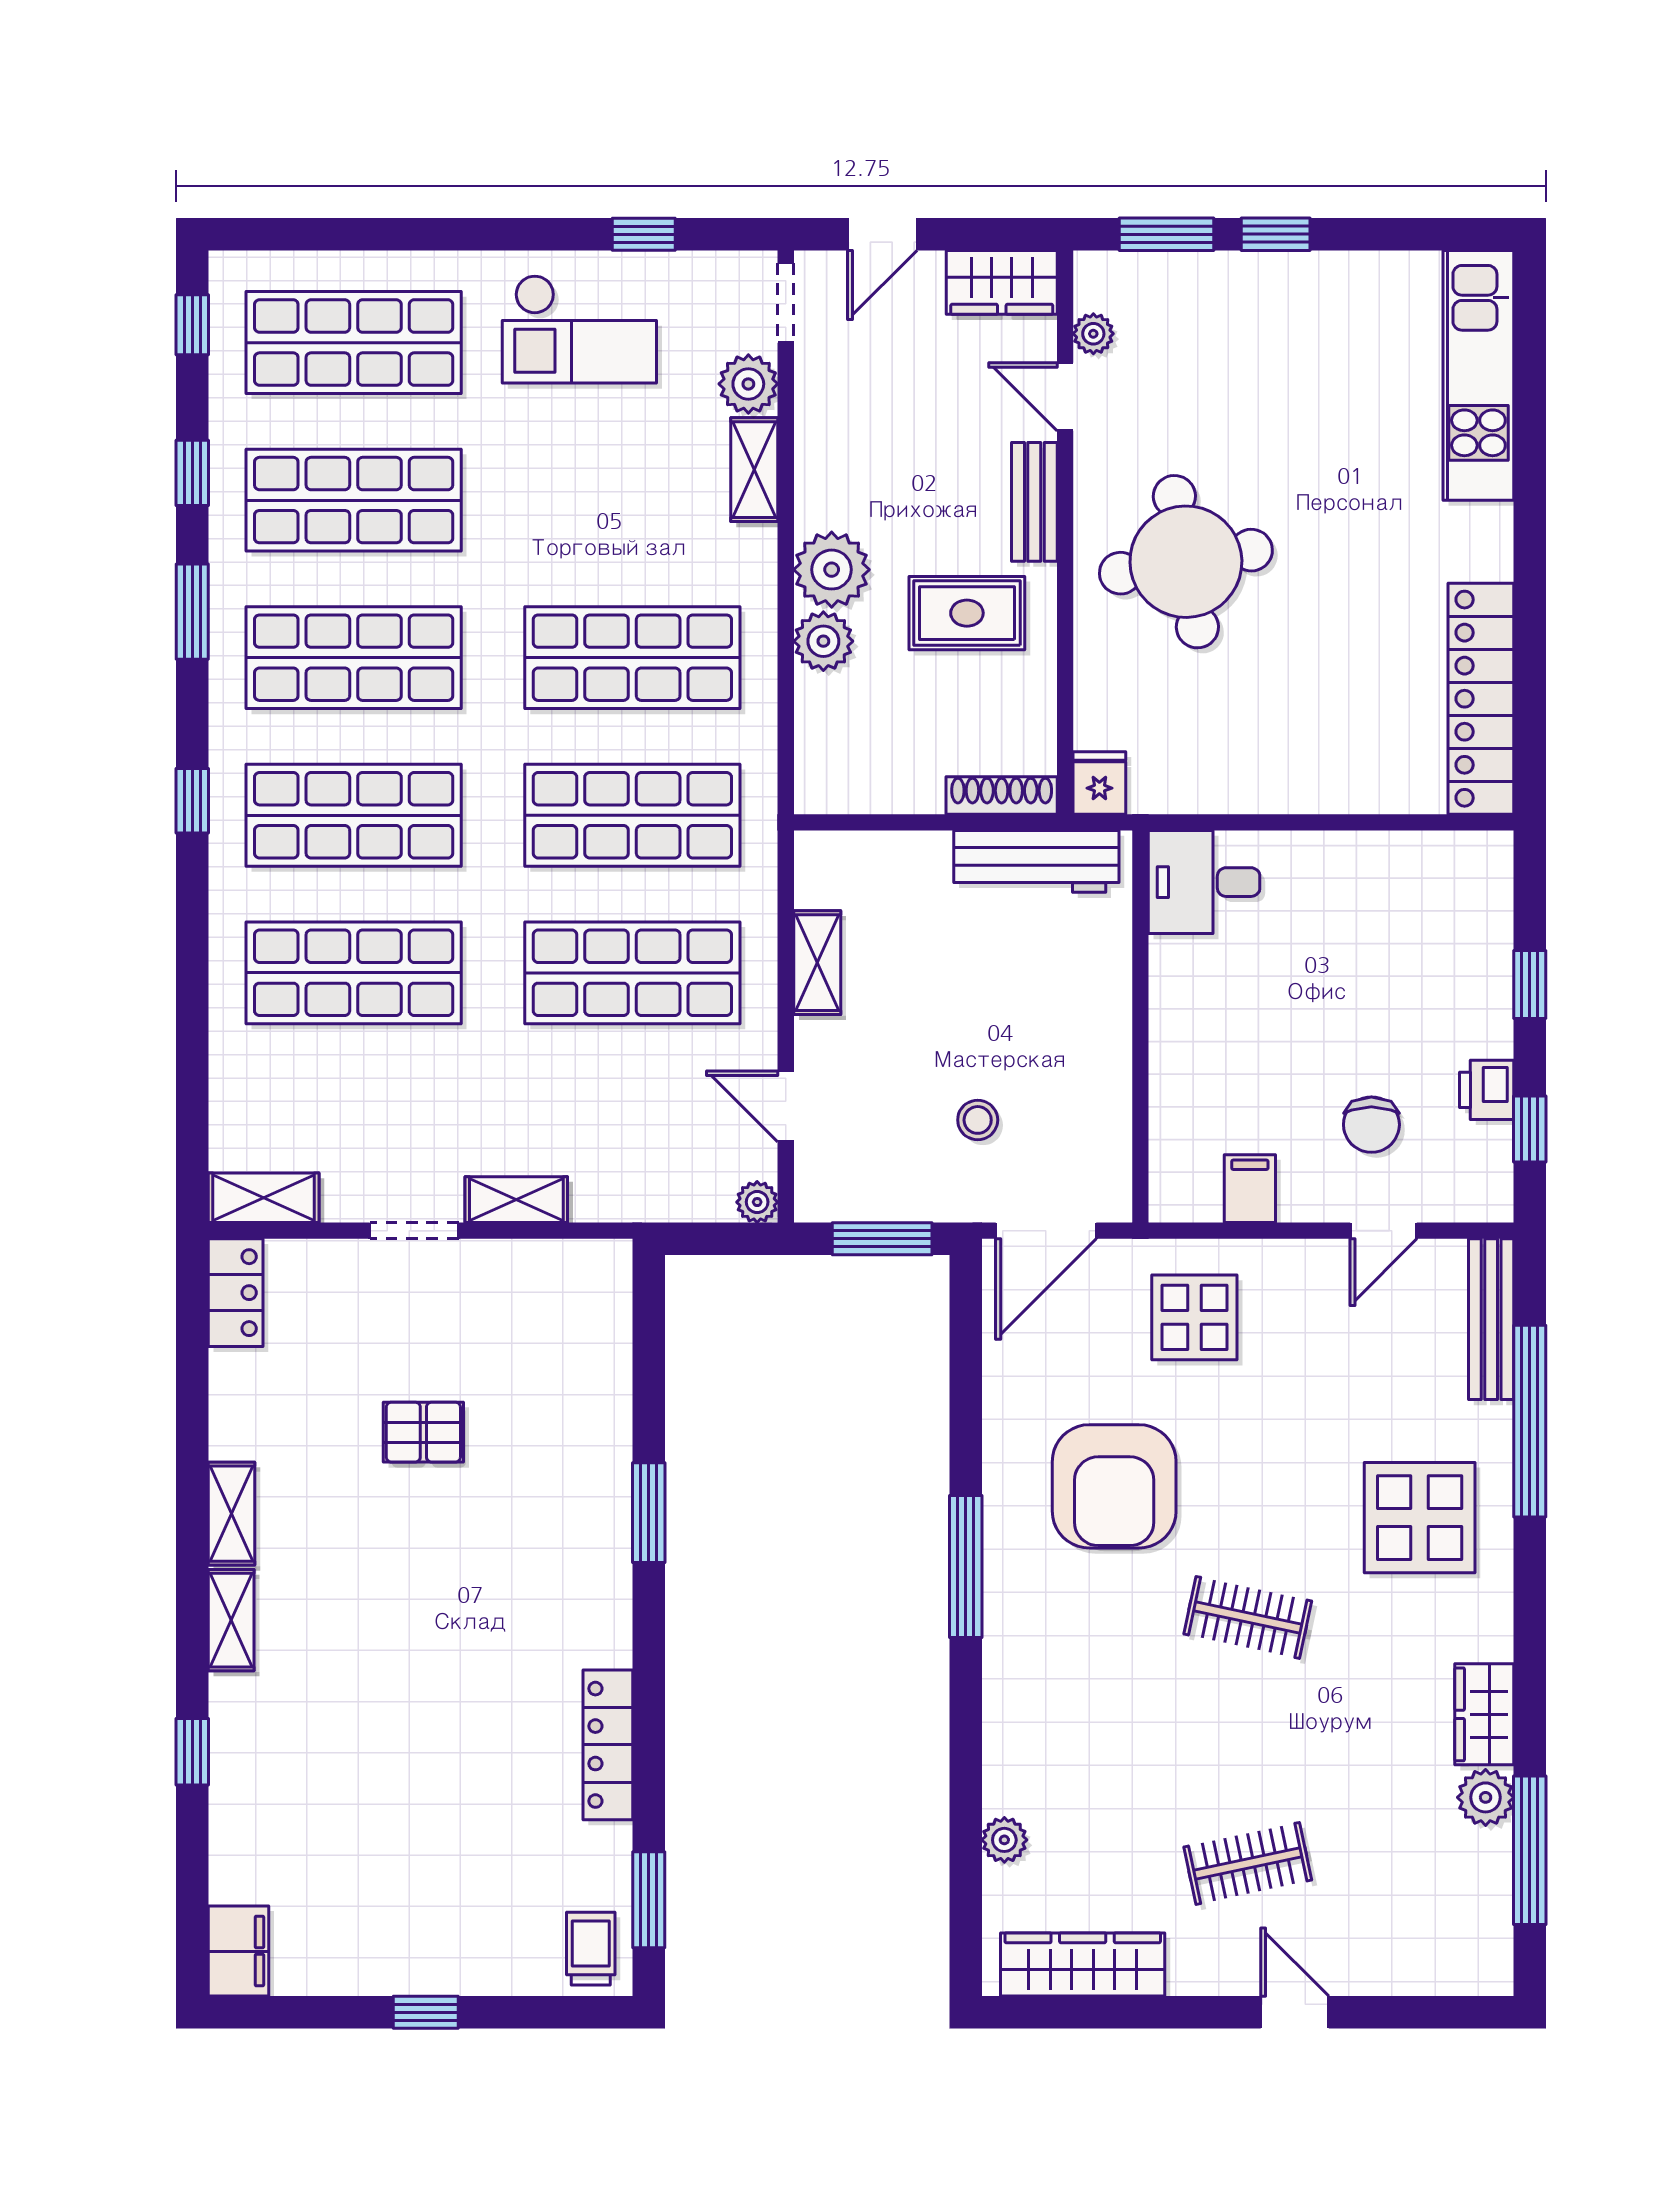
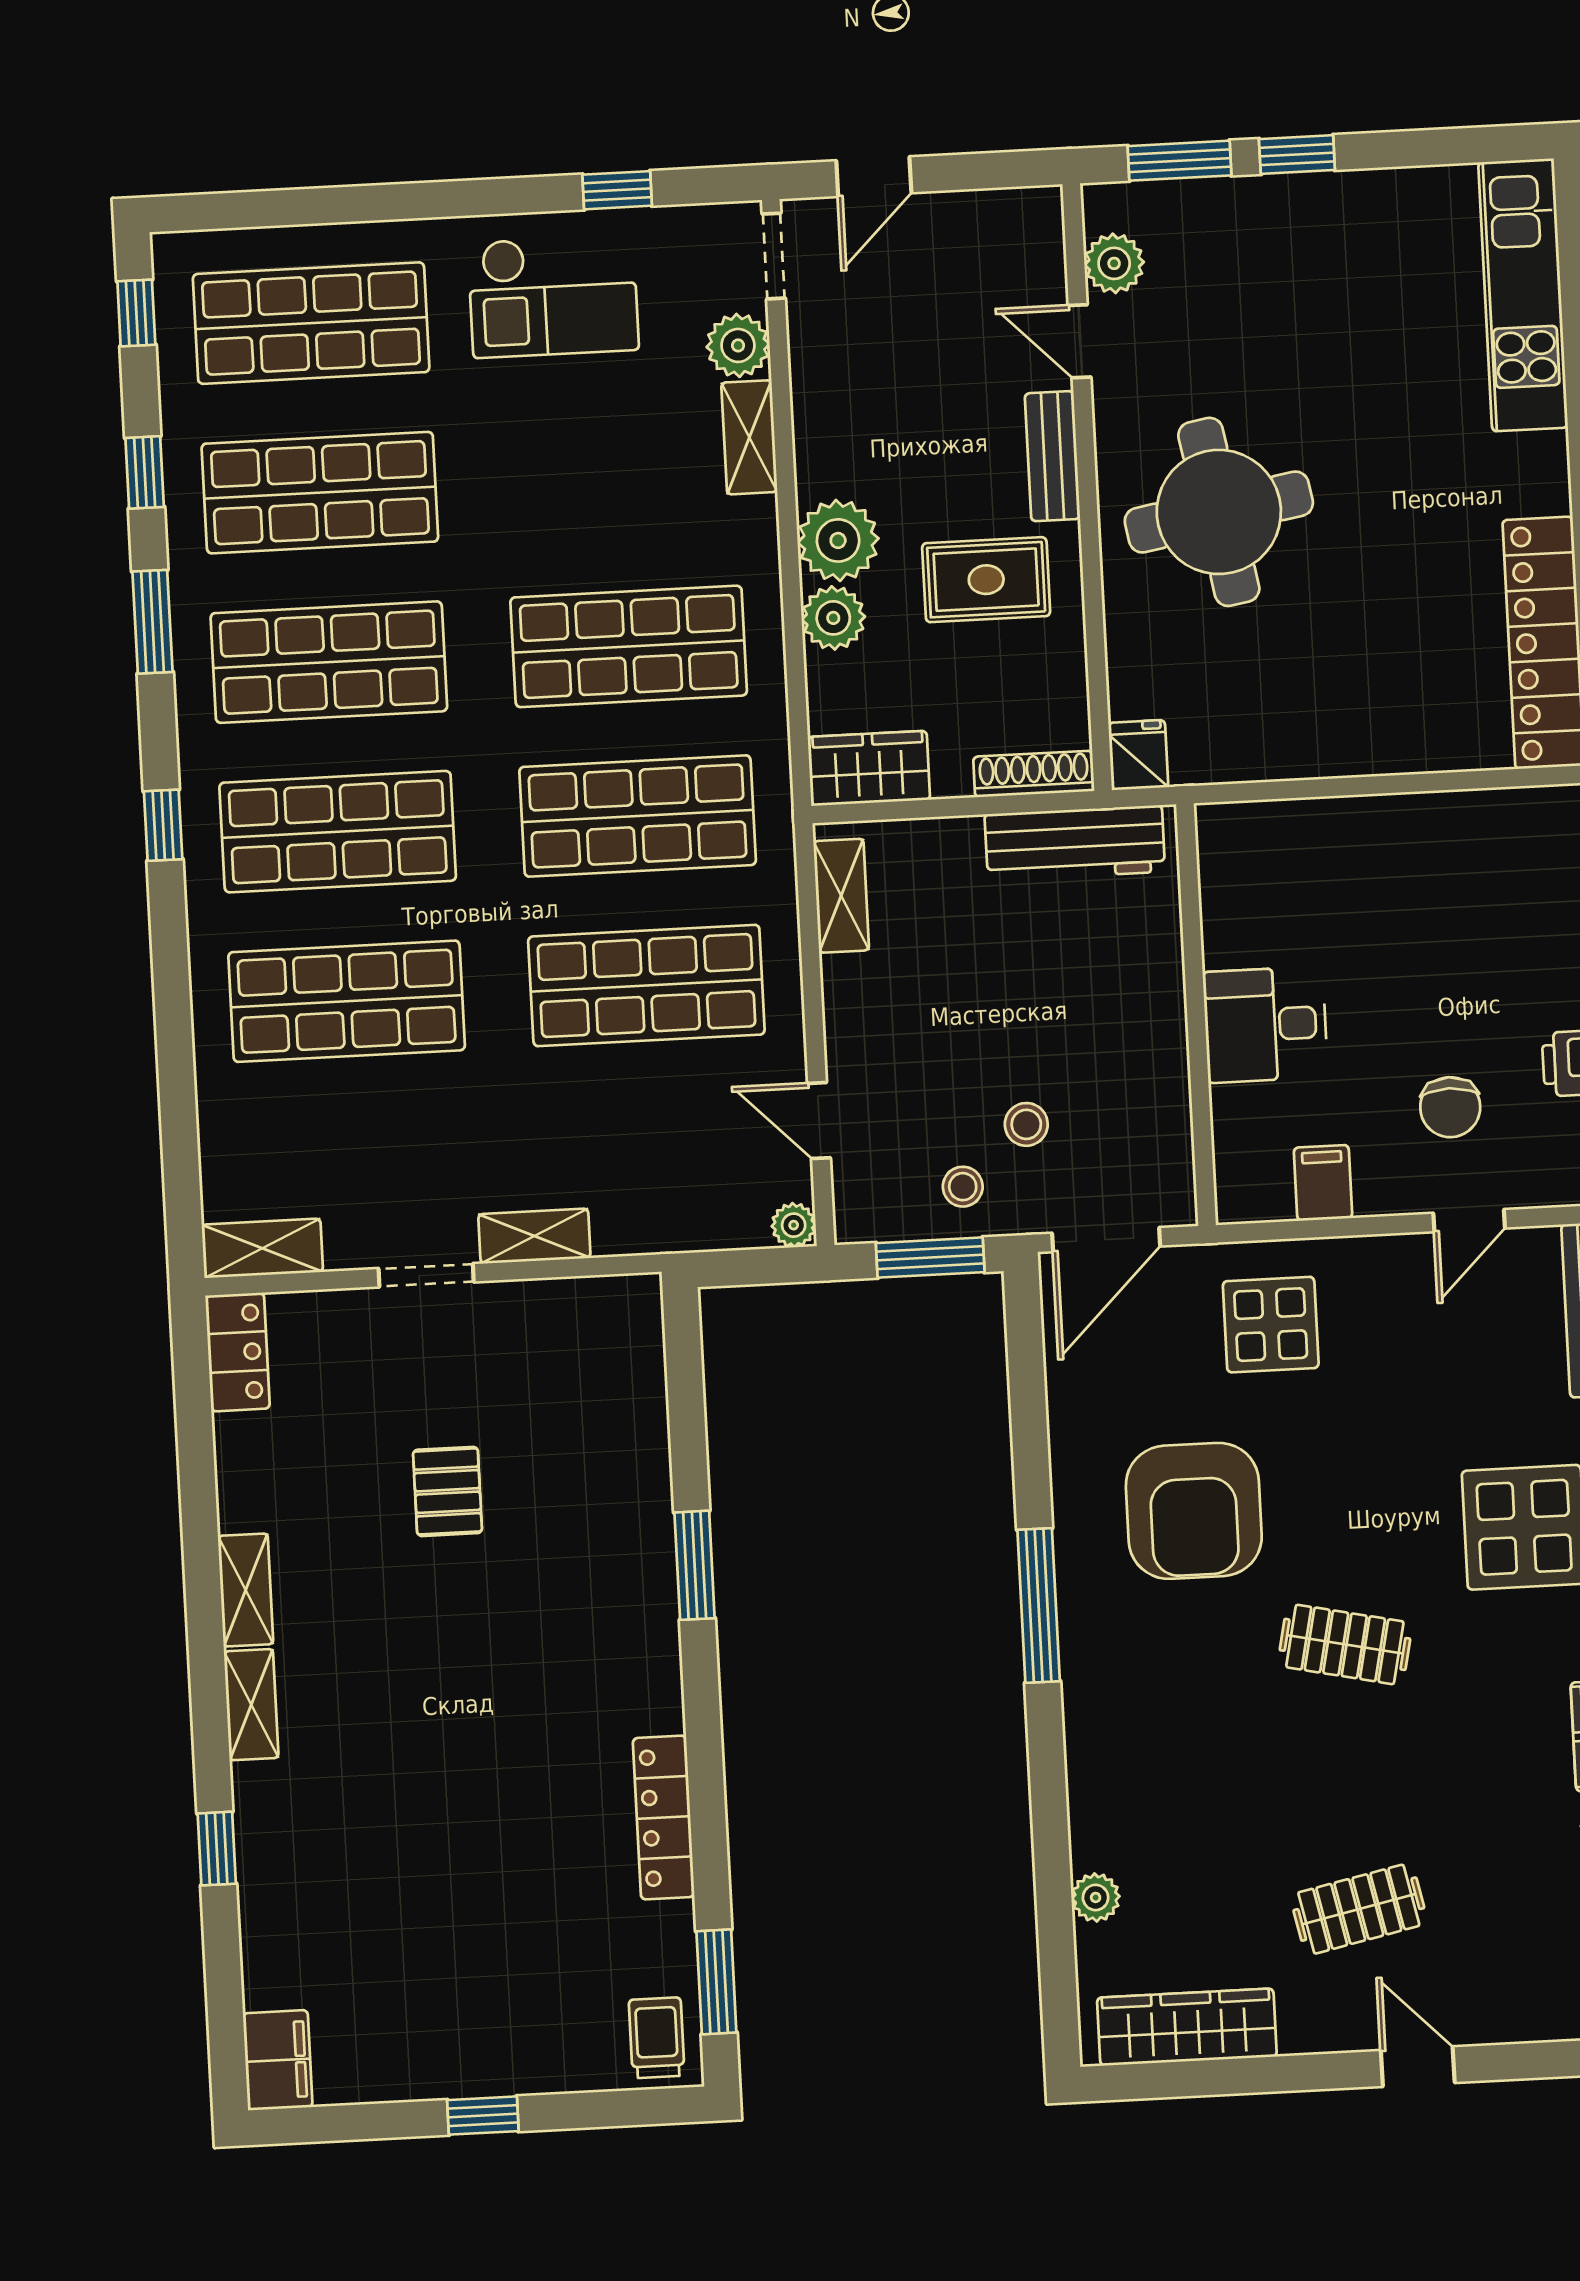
wardrobe: (1002, 282) -> (869, 768), moved, turned 180
plant: (1093, 334) -> (1114, 263), width x1.38, depth x1.38
desk: (1204, 882) -> (1265, 1025), moved
shelving: (817, 963) -> (841, 896), moved
stool: (916, 1175) -> (963, 1187), added
pallet: (423, 1432) -> (447, 1491), turned 90

